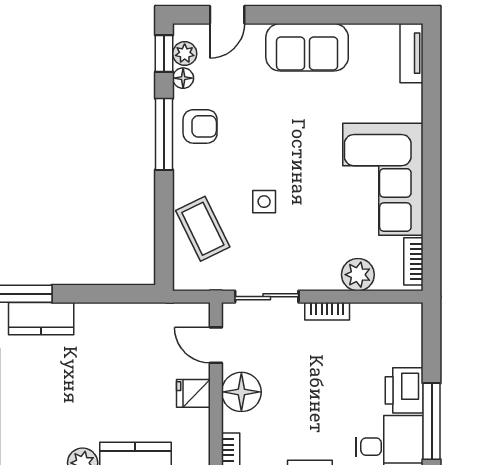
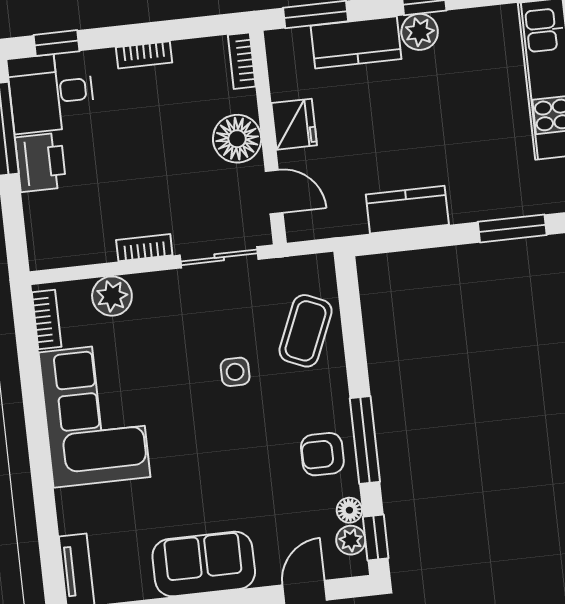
coffee table: (203, 229) -> (306, 331), turned 49
kitchen counter: (41, 319) -> (407, 210), moved
fridge: (193, 393) -> (294, 124), width x1.38

